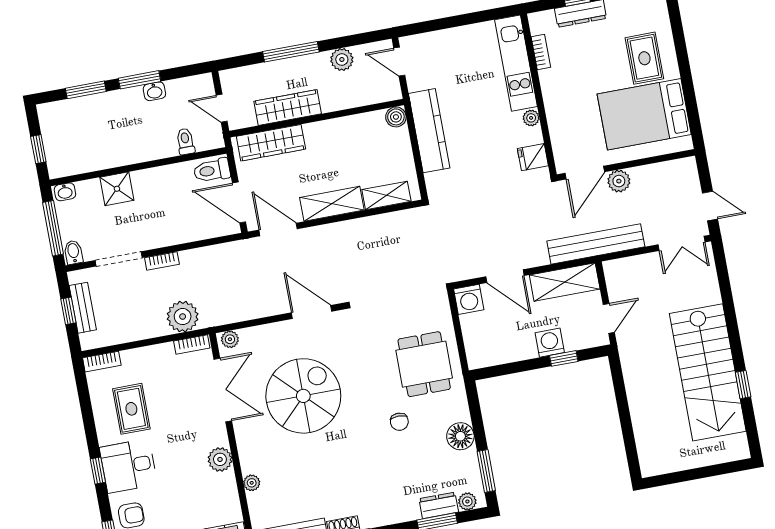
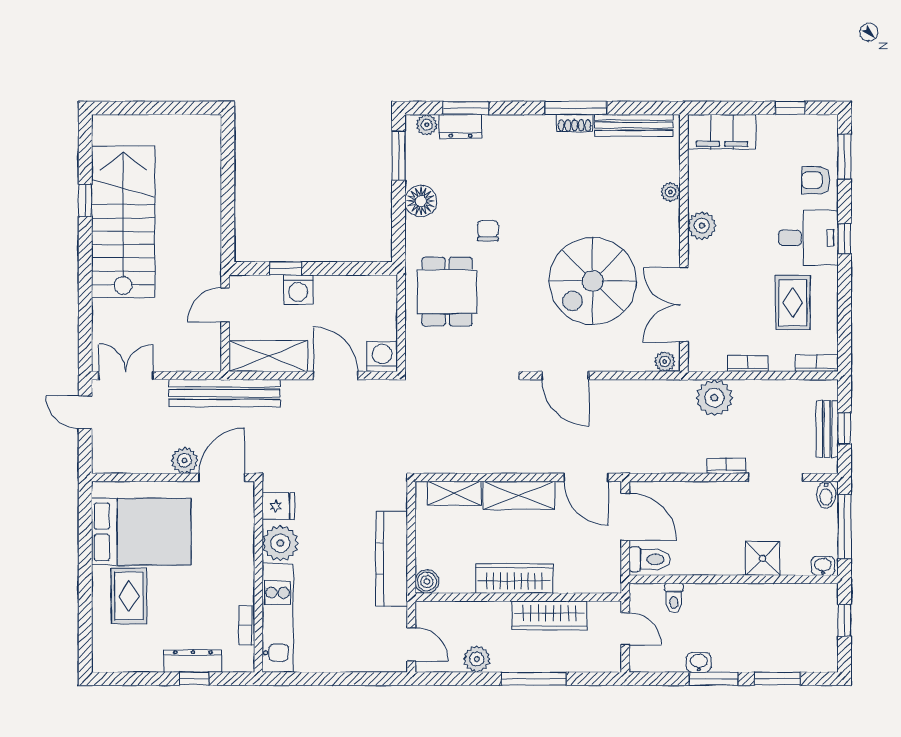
plant: (531, 118) -> (280, 543), width x1.88, depth x1.88
wardrobe: (271, 143) -> (514, 579), moved
bookcase: (192, 345) -> (748, 364), moved

